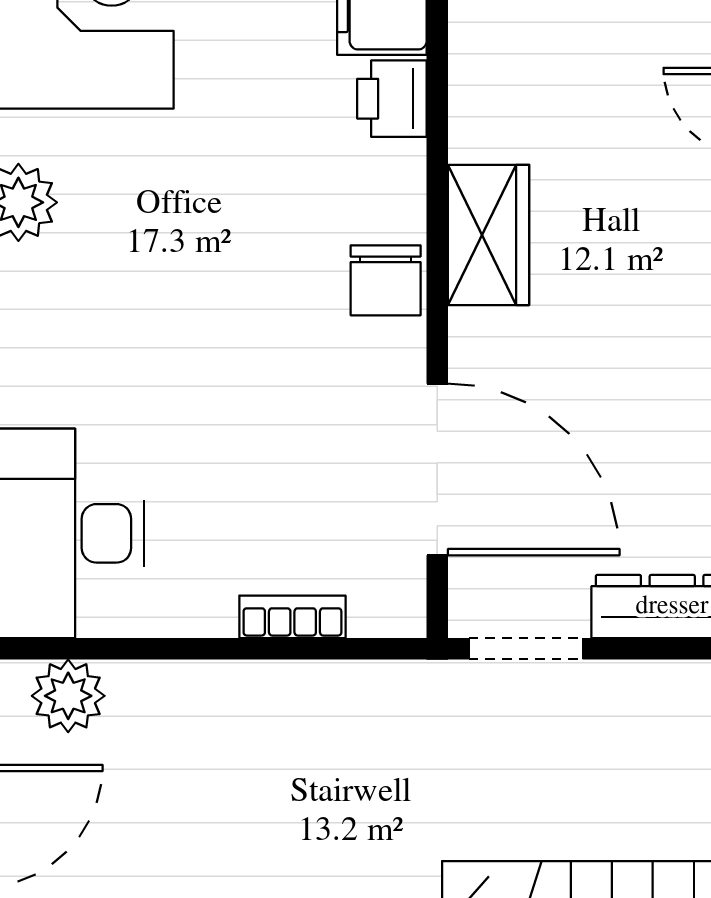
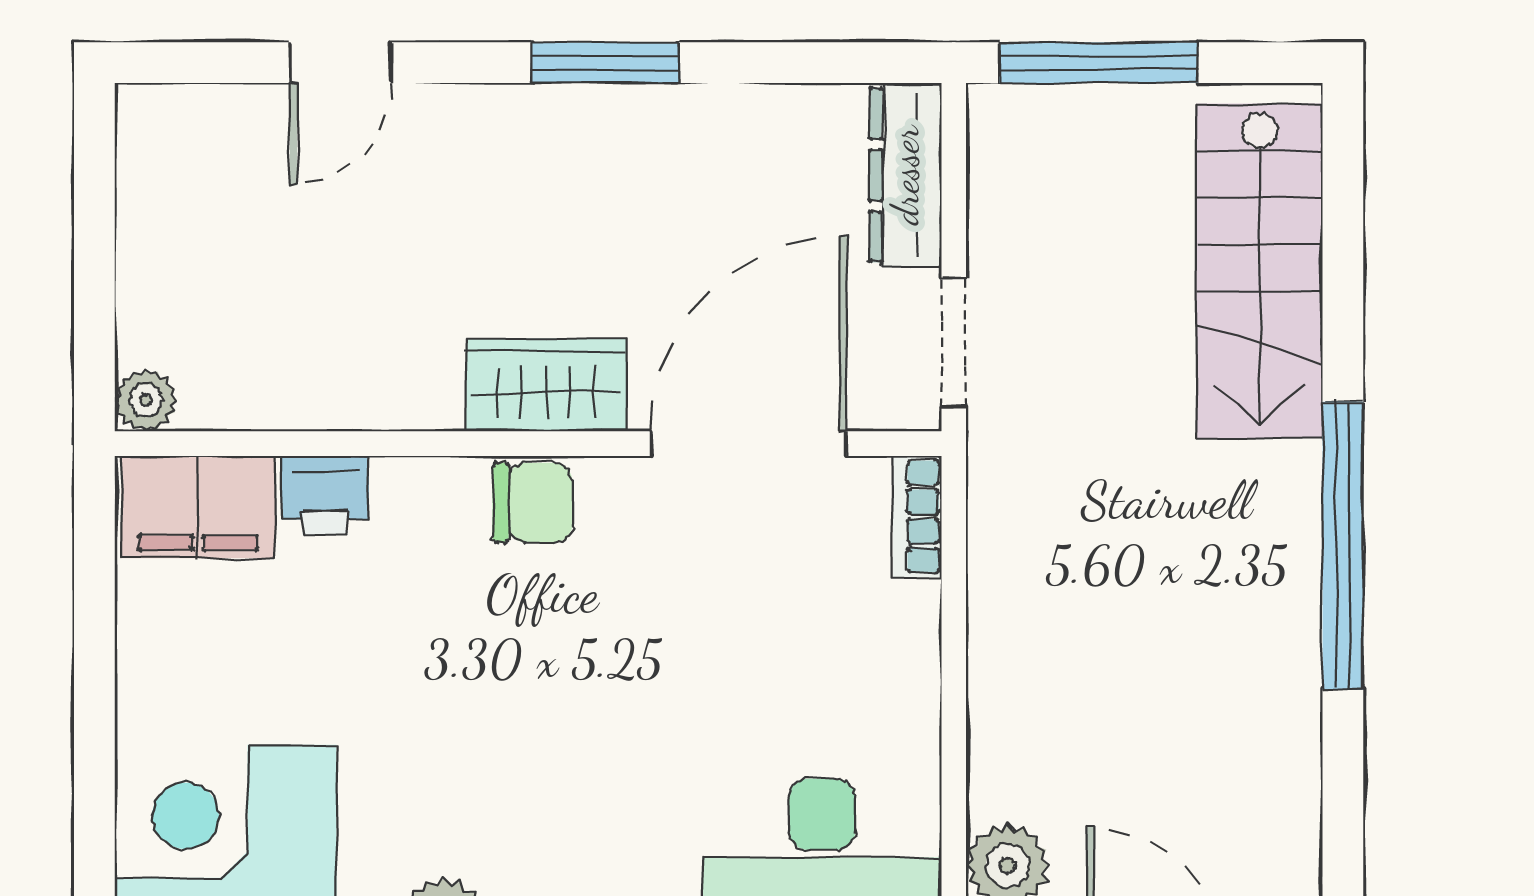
wardrobe: (489, 235) -> (546, 385), moved
bookcase: (292, 617) -> (917, 517), moved

